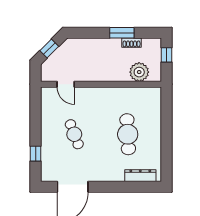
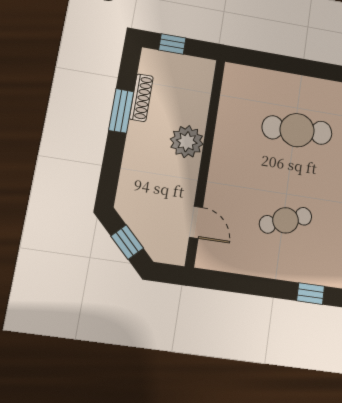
shoe rack: (132, 43) -> (141, 98), width x1.43
plant: (139, 72) -> (187, 142), moved
door: (66, 84) -> (196, 222), hinge flipped

